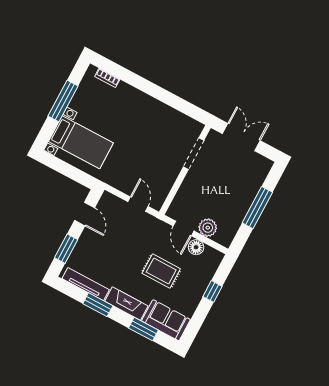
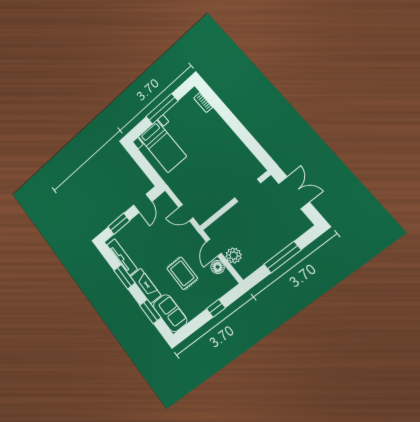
door: (138, 204) -> (186, 213), swing flipped

